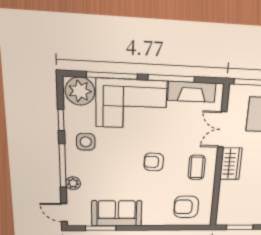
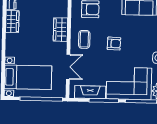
wardrobe: (231, 164) -> (60, 30), moved

